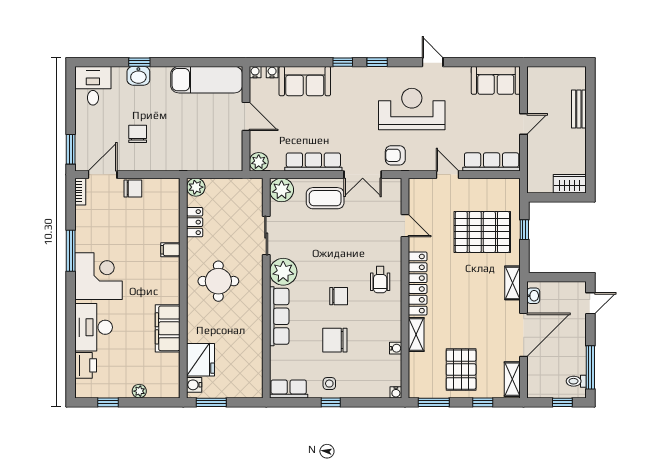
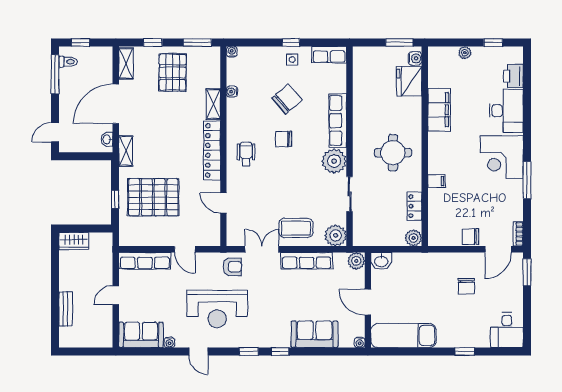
water cooler: (272, 72) -> (170, 342), moved
washbasin: (138, 76) -> (381, 261), moved, turned 180
chair: (335, 340) -> (287, 99), turned -41

